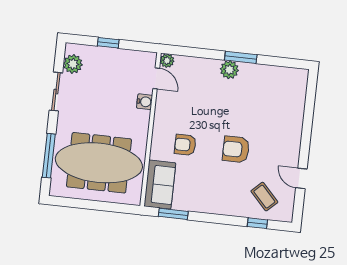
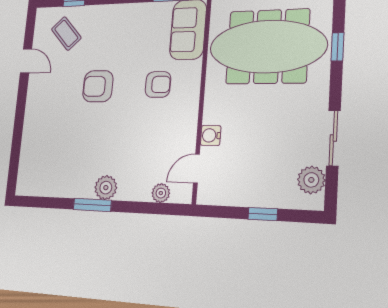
plant: (167, 61) -> (161, 193), moved
door: (156, 78) -> (196, 169), hinge flipped
armchair: (236, 149) -> (98, 86), turned 180
window: (49, 156) -> (337, 47), width x0.46

